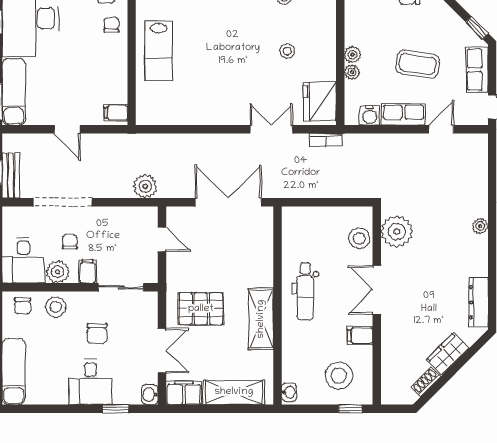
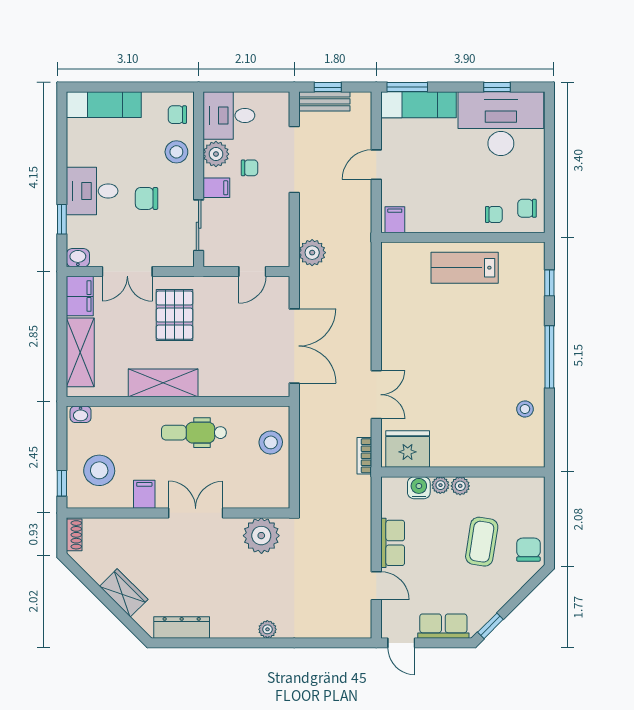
stool: (287, 51) -> (464, 412), removed
coffee table: (418, 64) -> (482, 542), moved
water cooler: (370, 115) -> (419, 488), moved, turned 90
stool: (359, 238) -> (271, 442), moved
shoe rack: (426, 382) -> (74, 535), moved, turned 45

